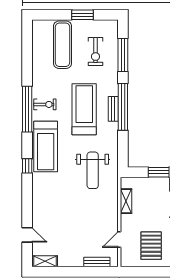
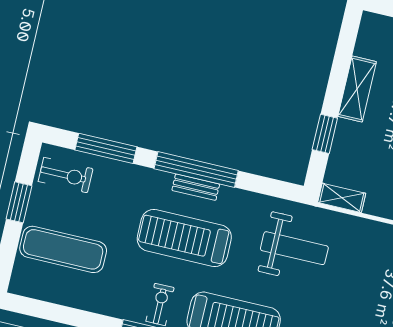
exercise bike: (95, 51) -> (66, 175), moved
shelving: (126, 201) -> (342, 198), moved

